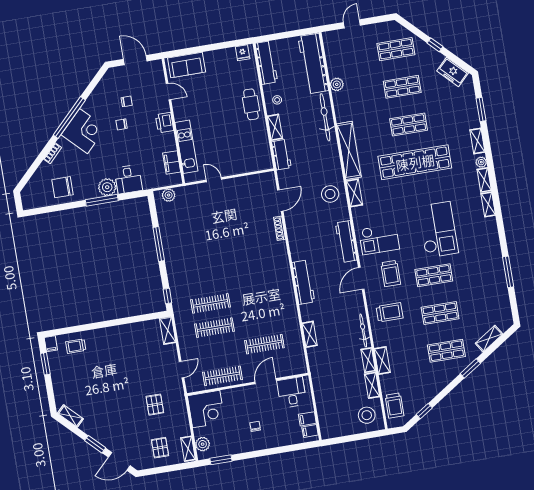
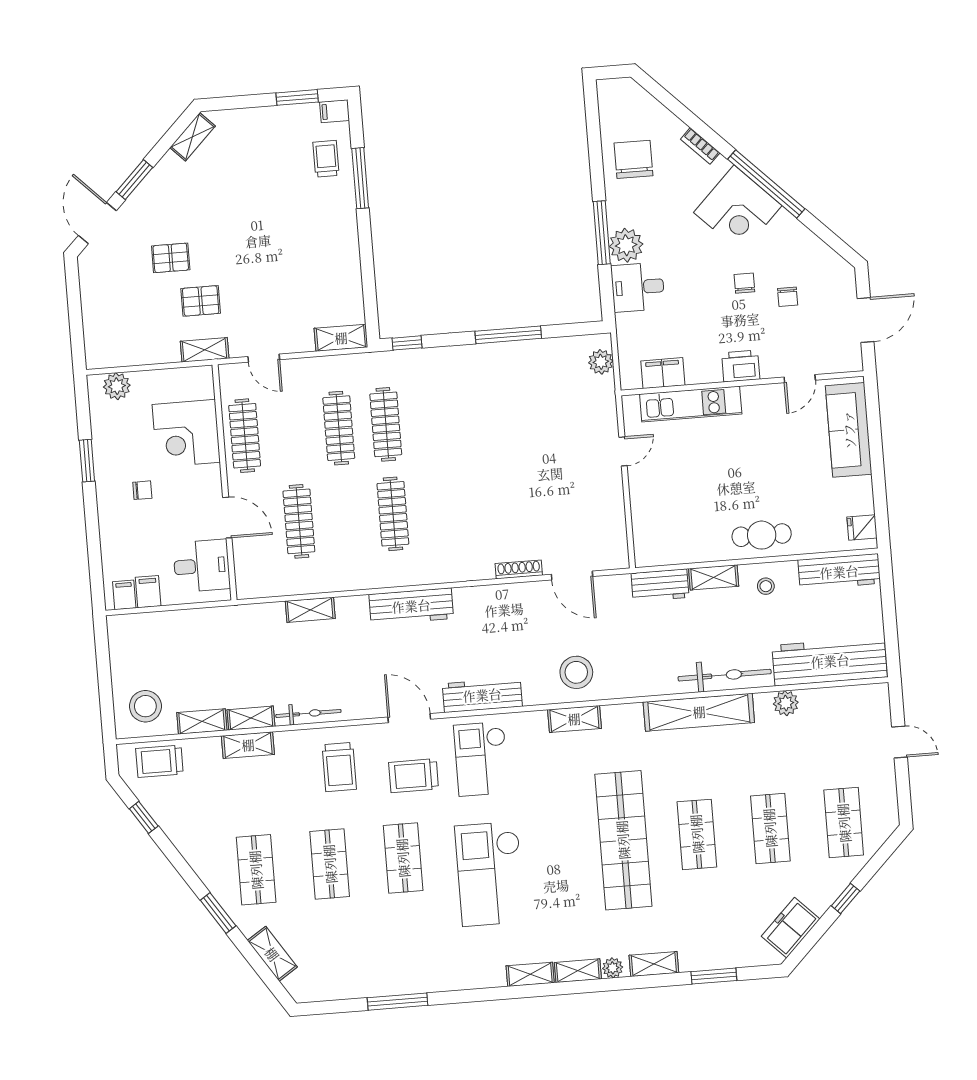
sofa: (187, 65) -> (849, 430), width x1.36
shelving: (349, 150) -> (699, 712), moved
checkout: (438, 230) -> (490, 874), turned 90
clothes rail: (256, 296) -> (393, 514), added
window: (84, 328) -> (360, 178), added
corner desk: (206, 409) -> (186, 433), moved
pallet: (160, 448) -> (171, 258), moved
shelving: (188, 449) -> (205, 350), moved
window: (221, 460) -> (87, 461), moved

